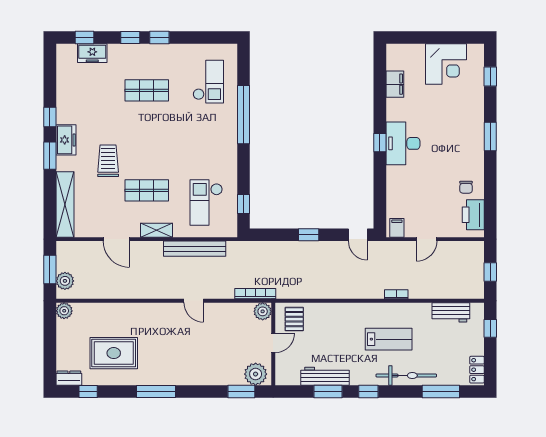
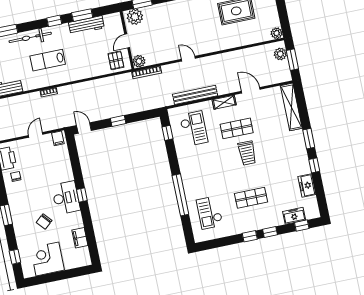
chair: (440, 117) -> (44, 222), added
freezer: (66, 140) -> (307, 185), moved
trolley: (108, 161) -> (247, 153), moved

